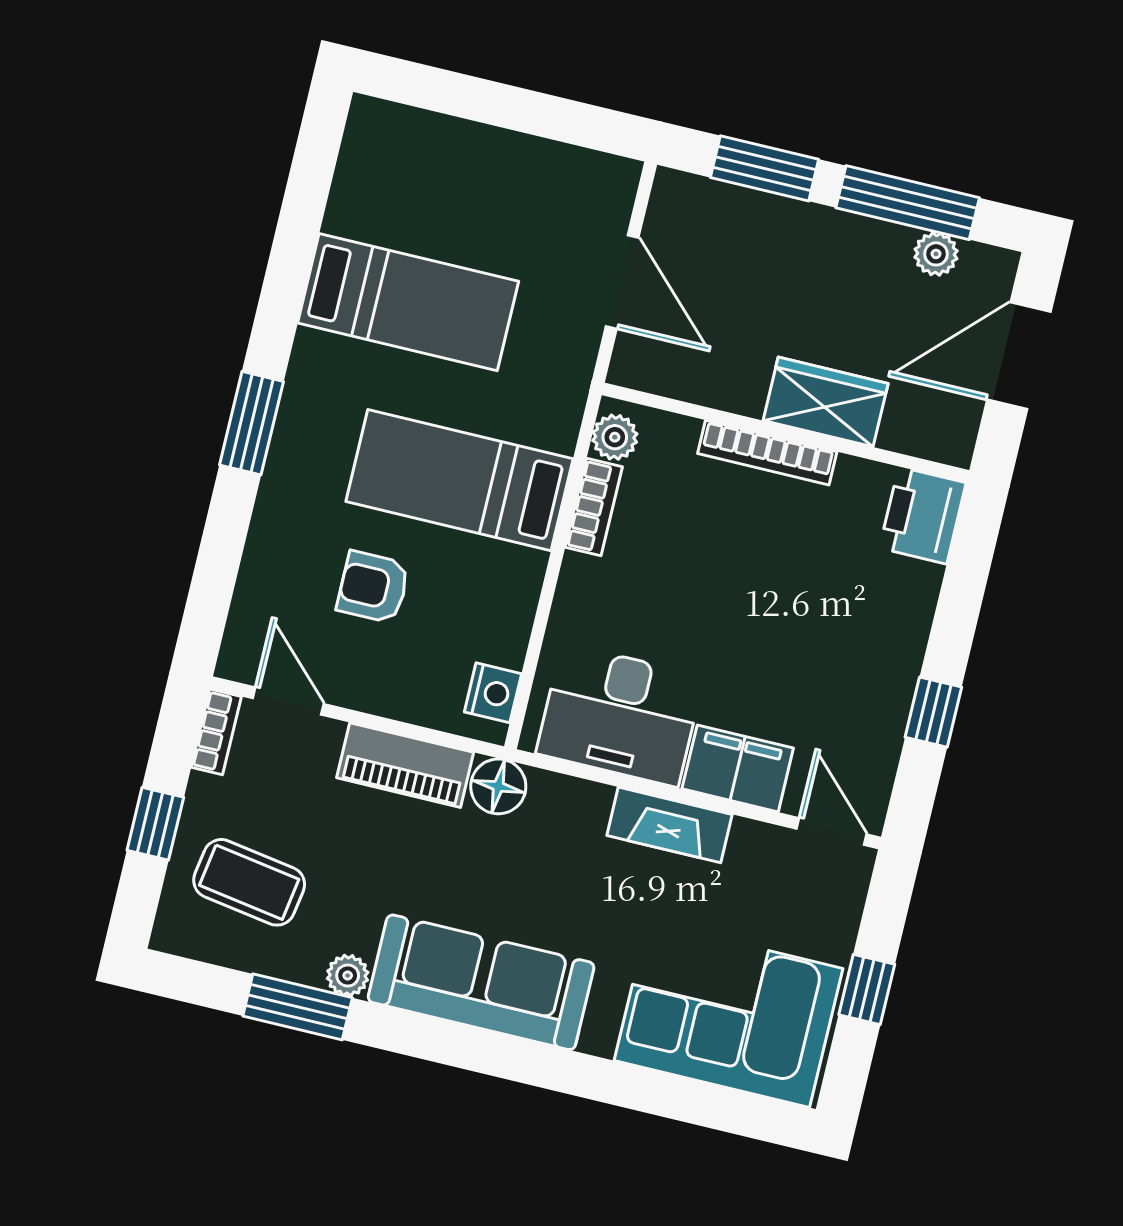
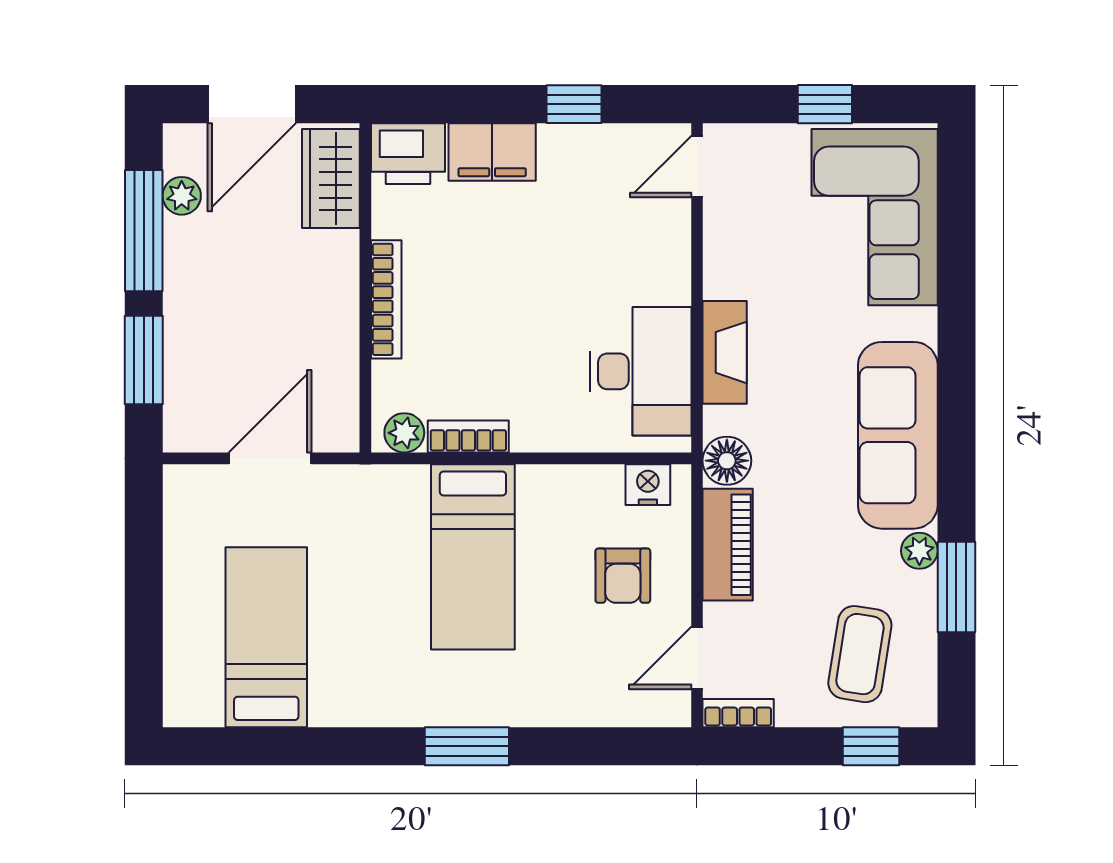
bed: (408, 302) -> (266, 637), moved
door: (1019, 356) -> (252, 104), hinge flipped
wardrobe: (826, 402) -> (331, 179), moved
armchair: (373, 587) -> (623, 576), moved
filing cabinet: (738, 768) -> (492, 152), moved, turned -90
window: (155, 824) -> (871, 746), moved
fireplace: (670, 825) -> (725, 352), moved

